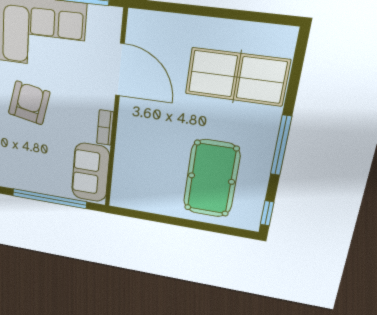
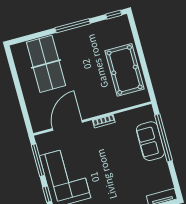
armchair: (29, 103) -> (108, 170), removed
sofa: (91, 172) -> (150, 141), moved, turned 90
pool table: (211, 179) -> (125, 70), moved, turned 90

